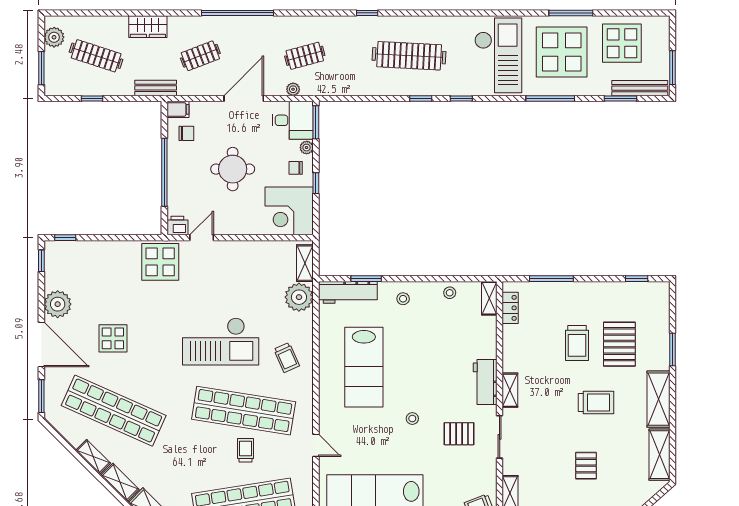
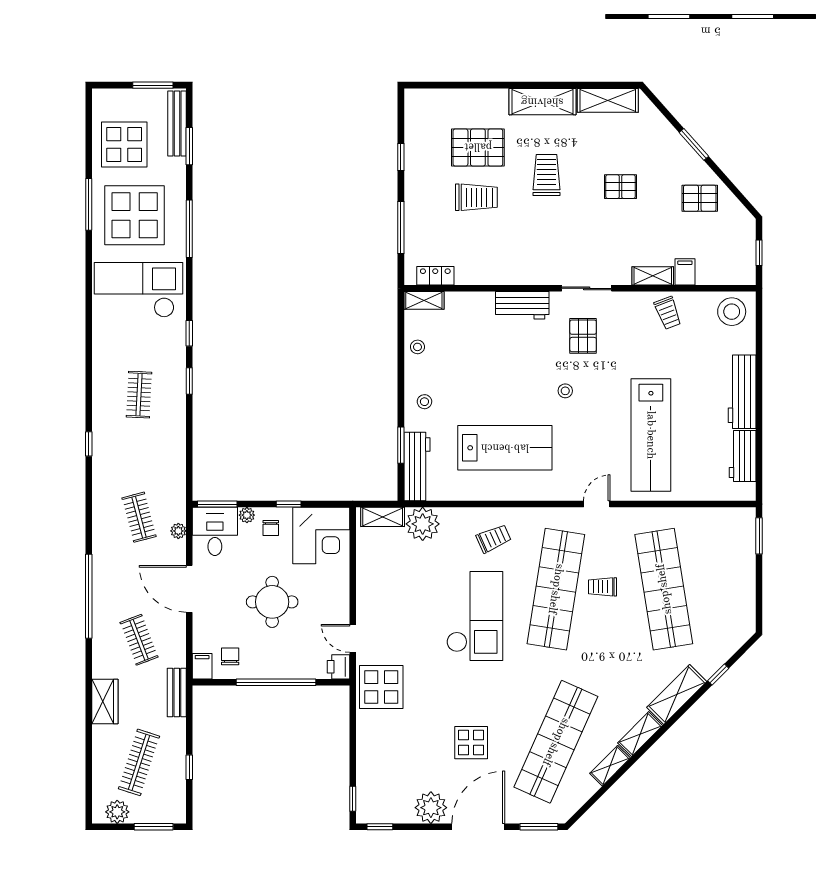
clothes rail: (409, 56) -> (139, 395), width x0.54, depth x0.76
window: (637, 279) -> (401, 157), moved
window: (672, 349) -> (484, 85), removed
shelving: (510, 390) -> (532, 276), removed

